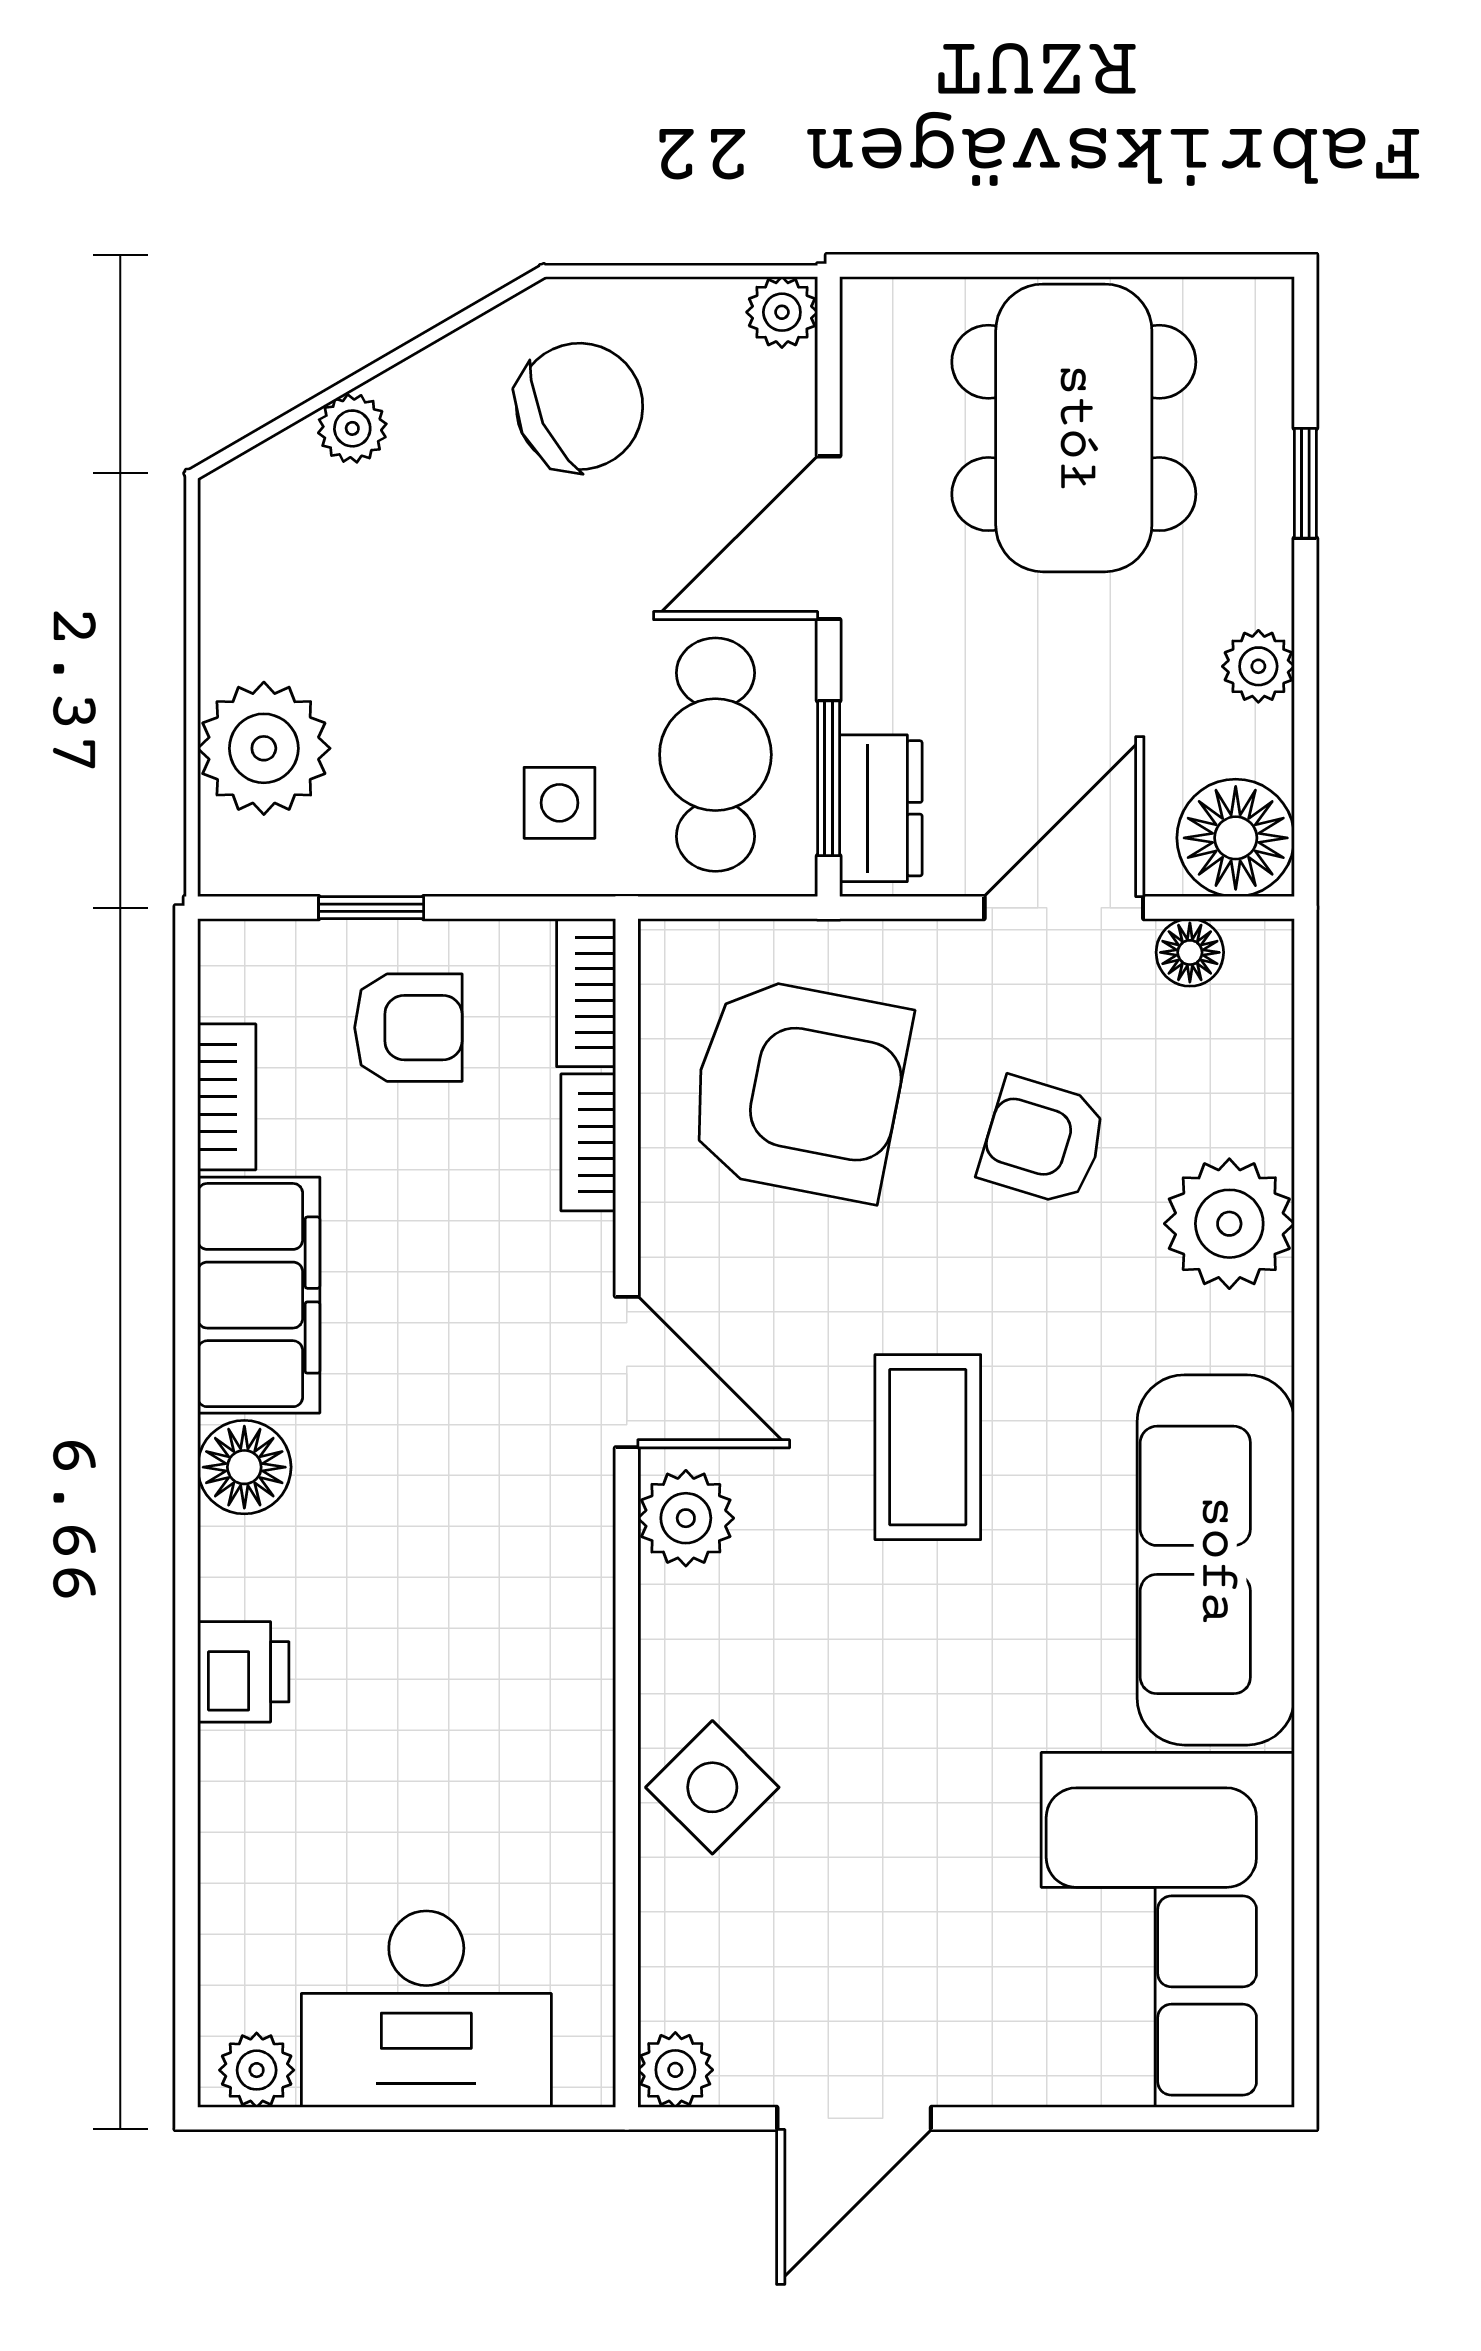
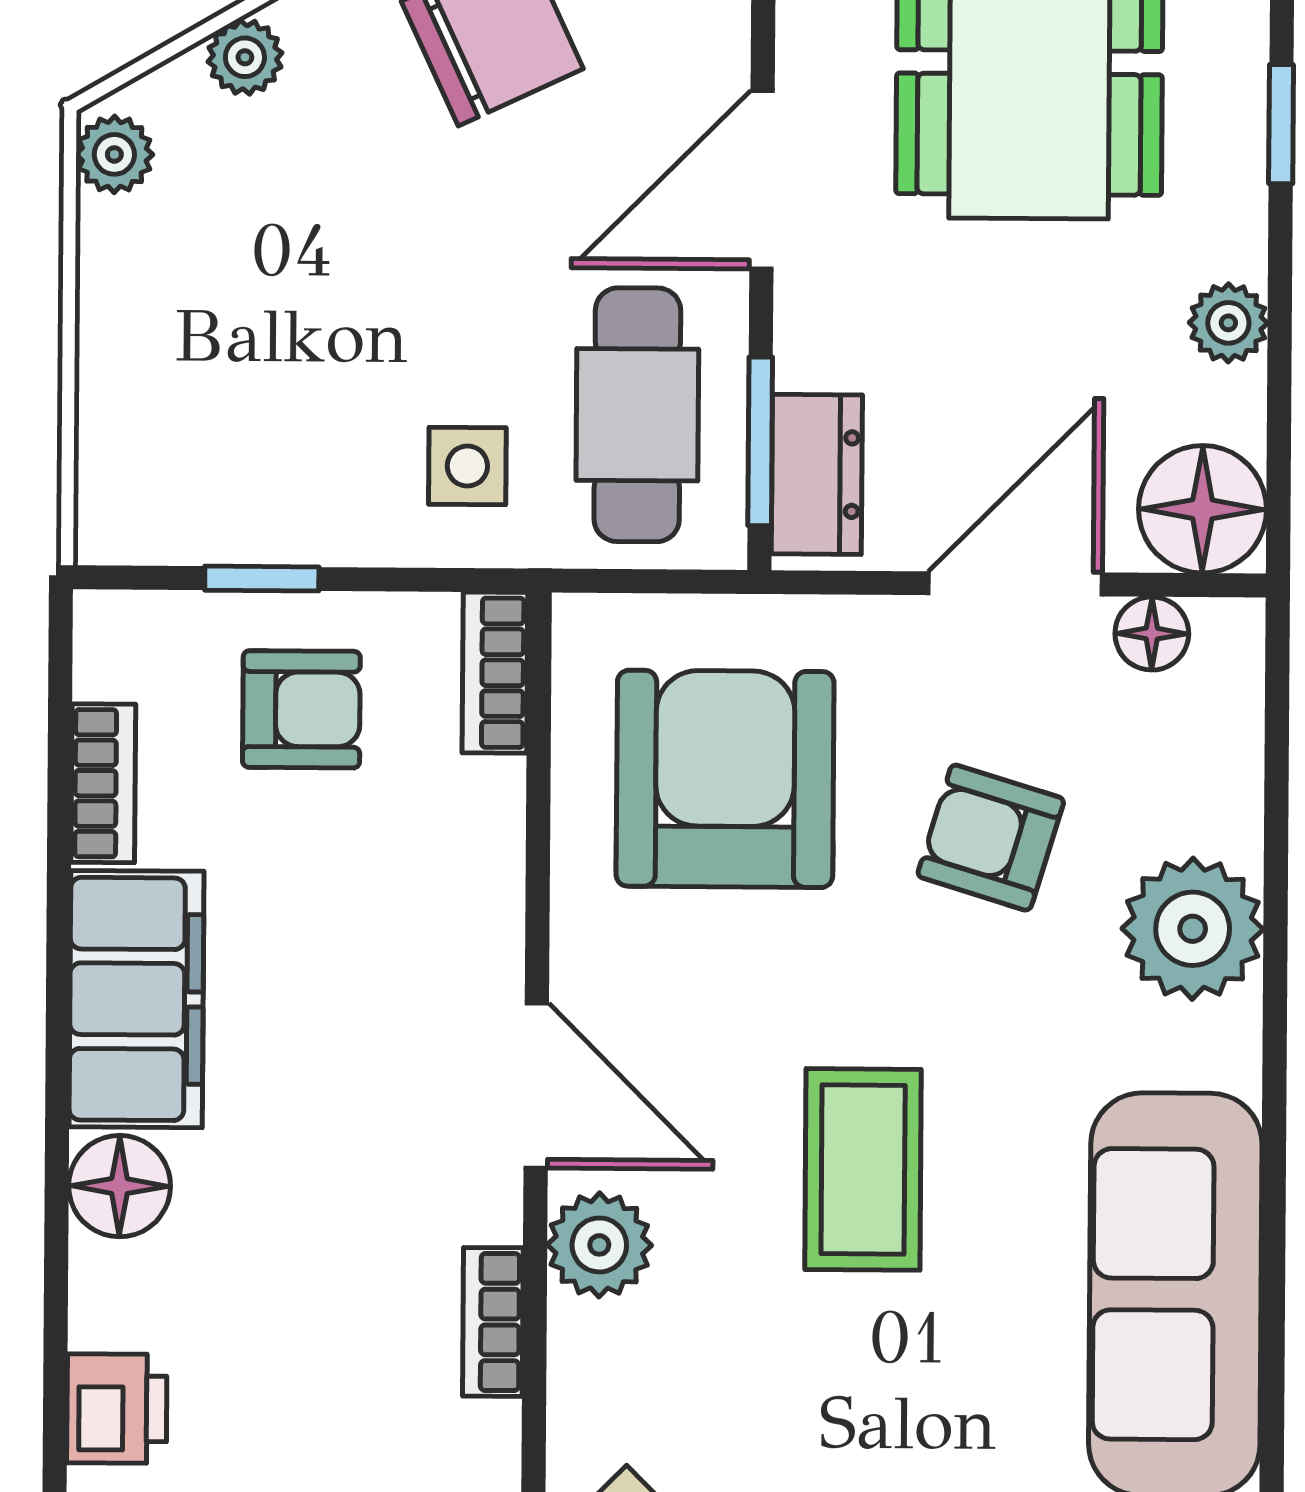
plant: (264, 748) -> (114, 154), moved, width x0.53, depth x0.53
armchair: (798, 1089) -> (725, 779), turned -101
bookcase: (588, 1142) -> (493, 1322), moved

